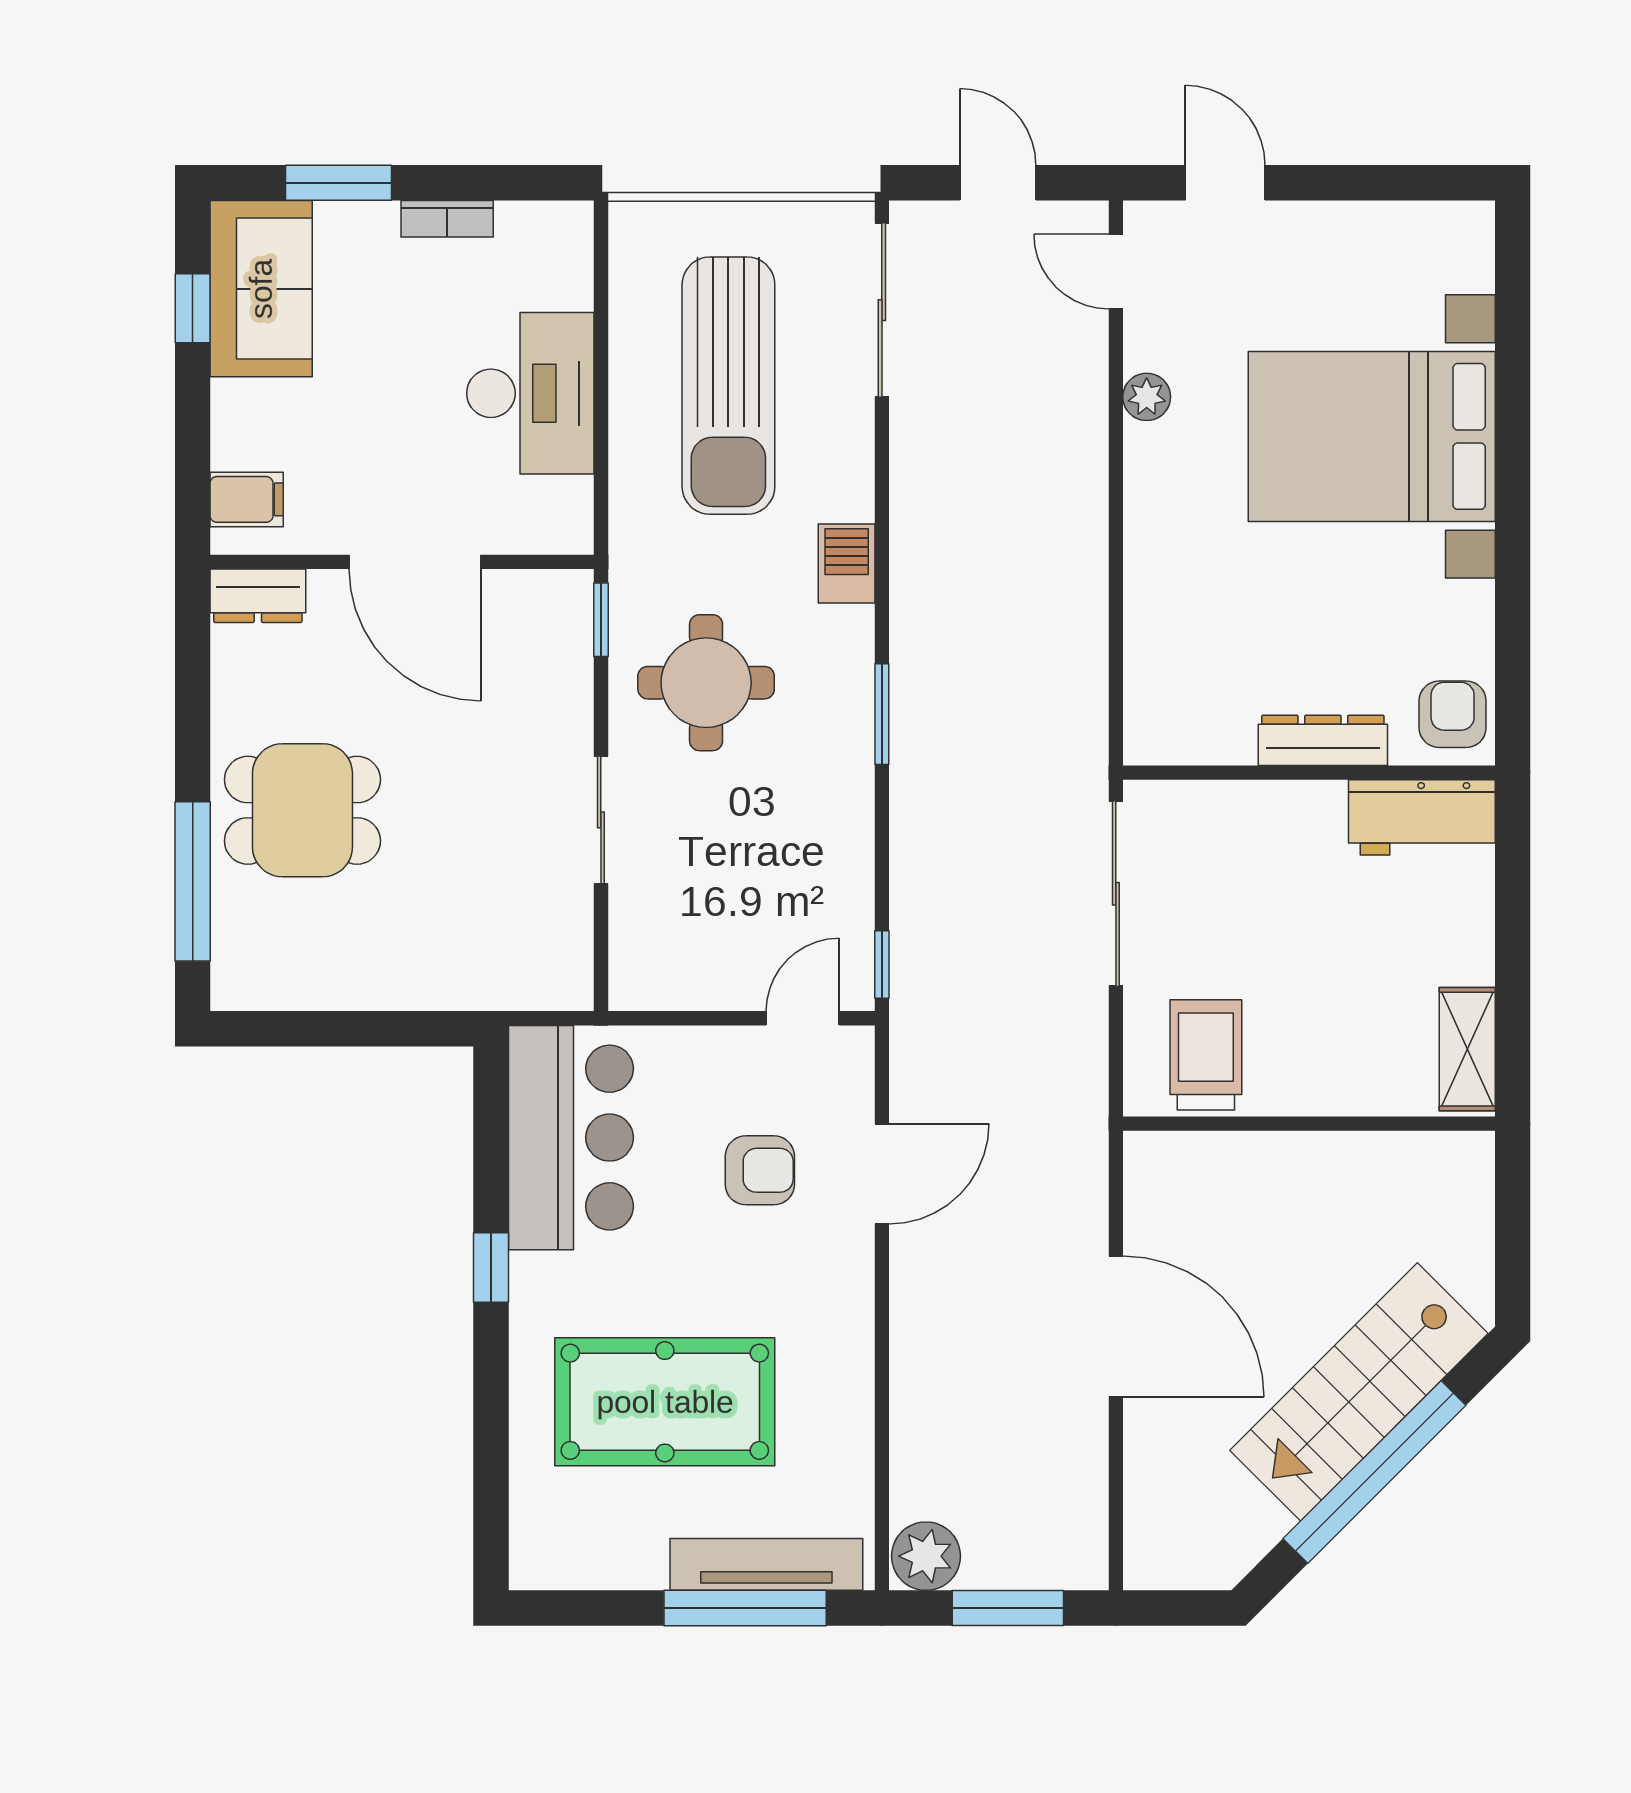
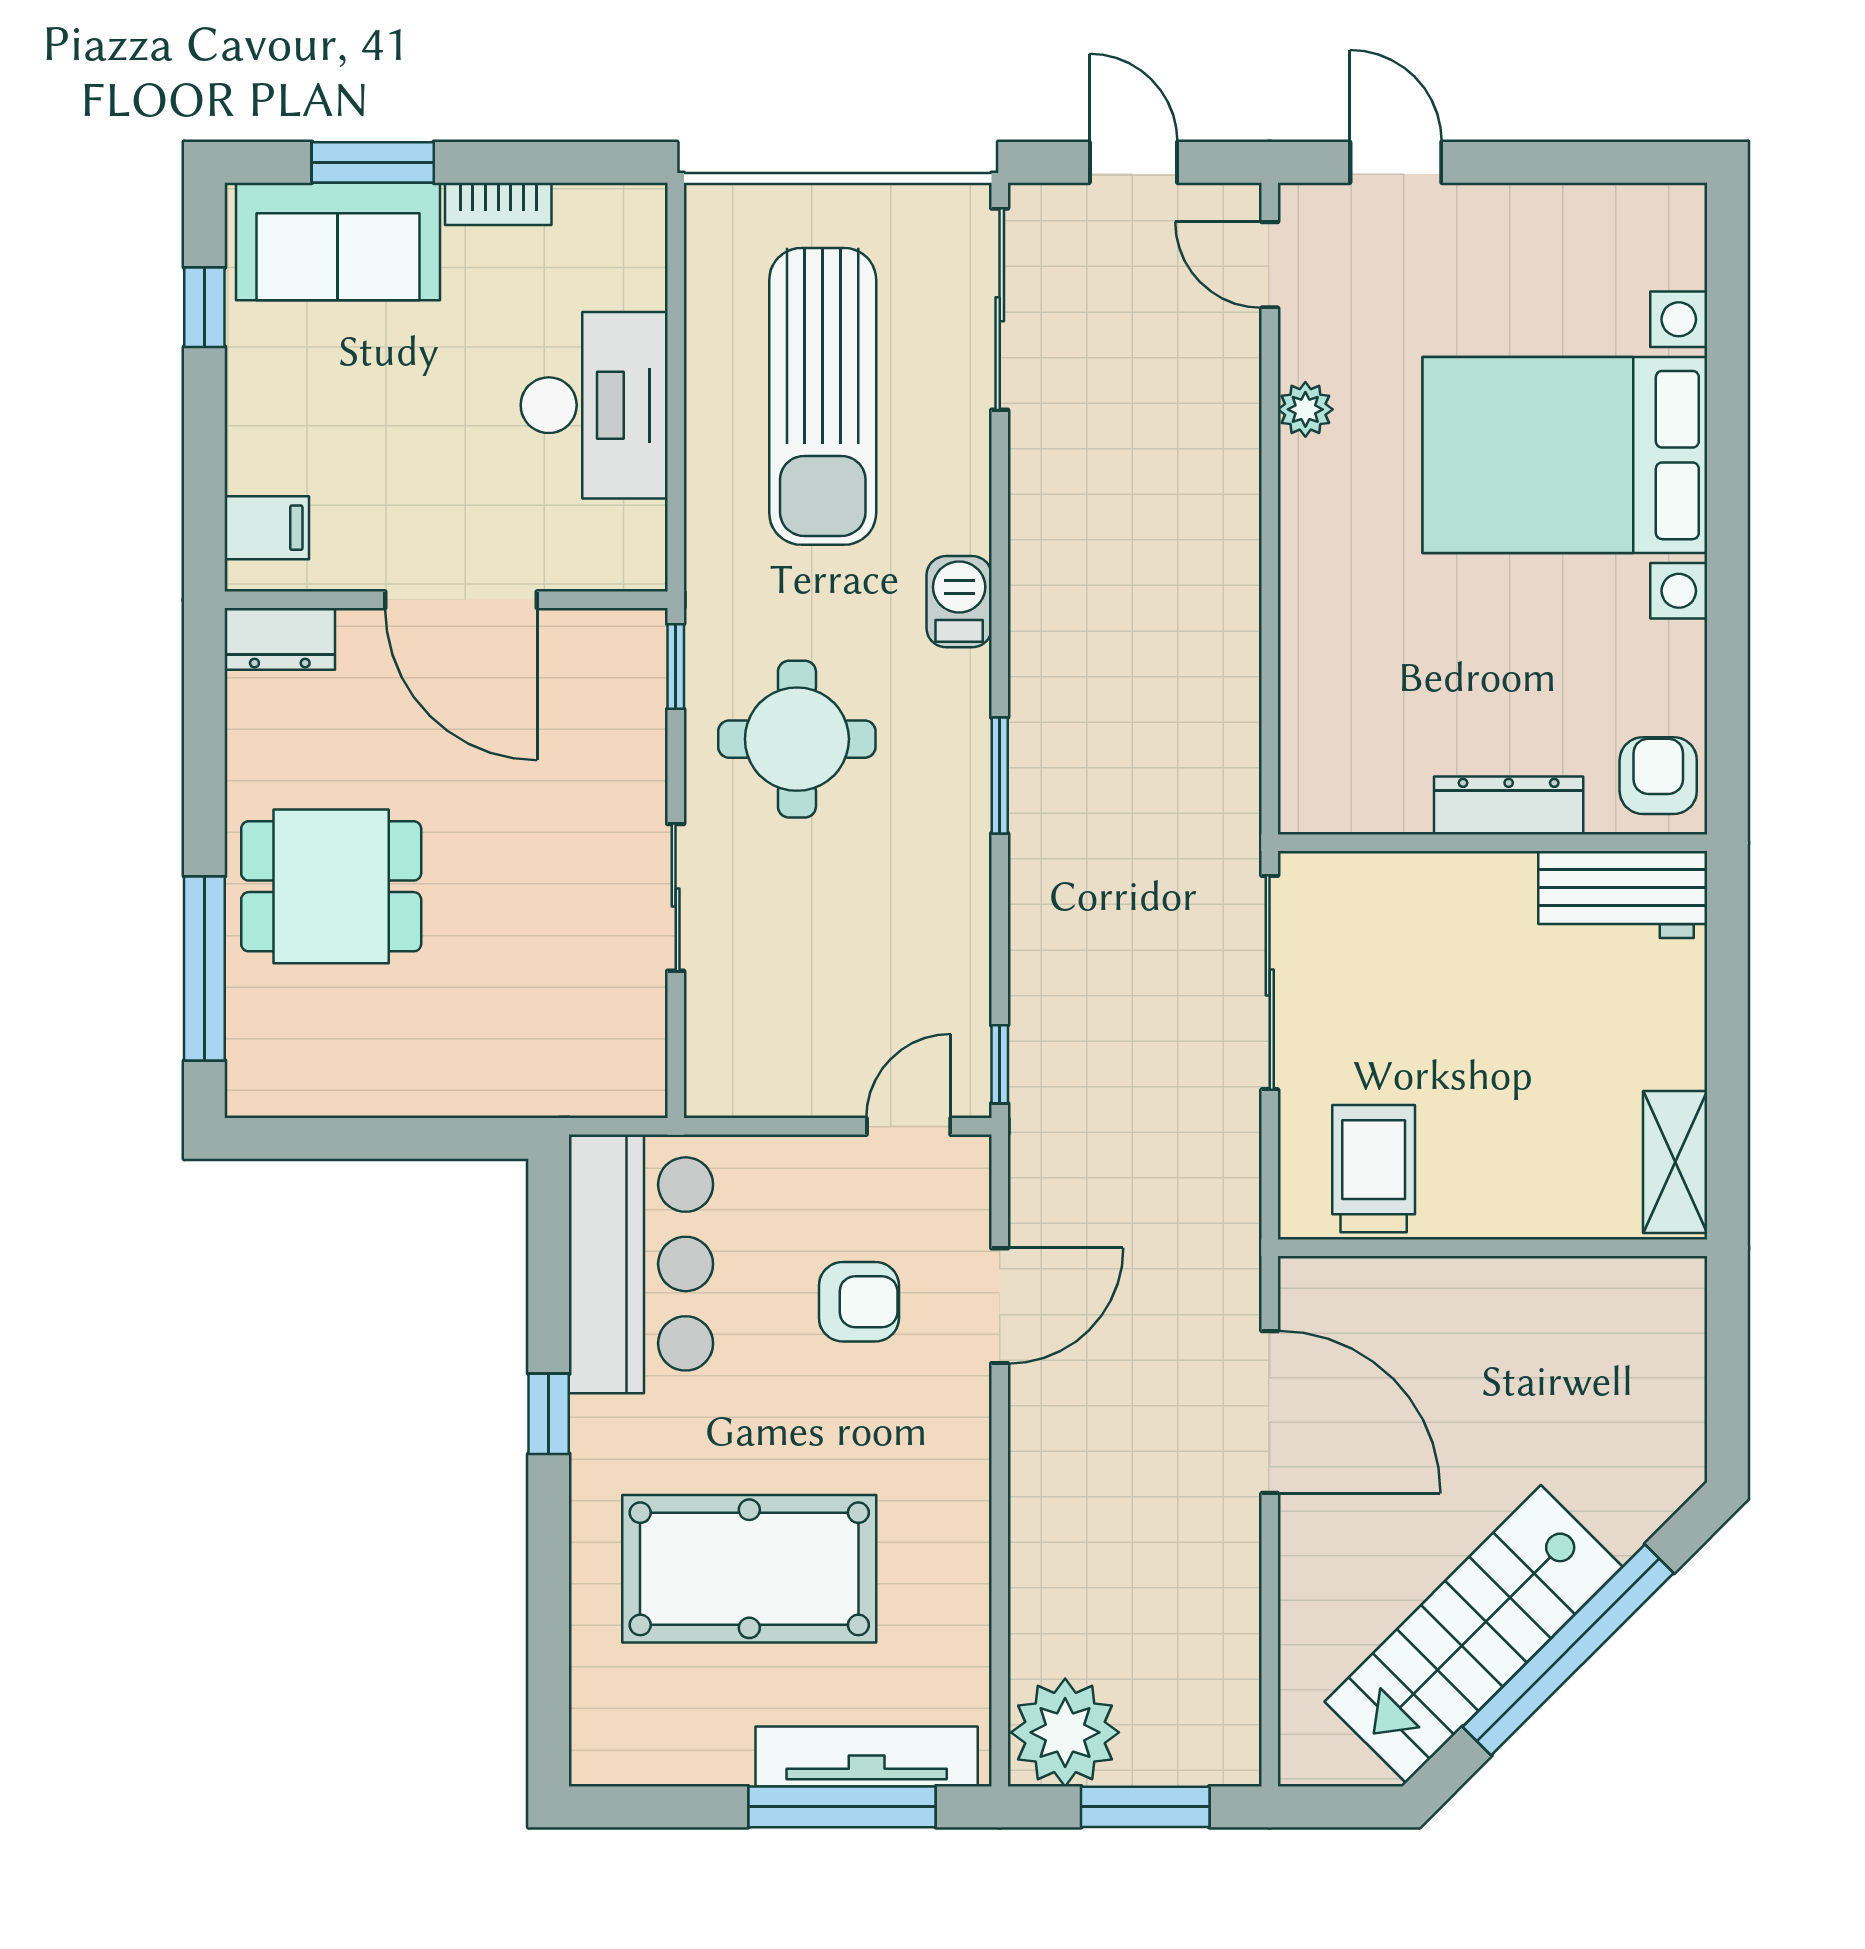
sofa: (261, 289) -> (338, 241), moved, turned 90
door: (1116, 1326) -> (1270, 1412), moved
stairs: (1359, 1392) -> (1474, 1634), moved
plant: (926, 1556) -> (1065, 1732), width x1.36, depth x1.36

